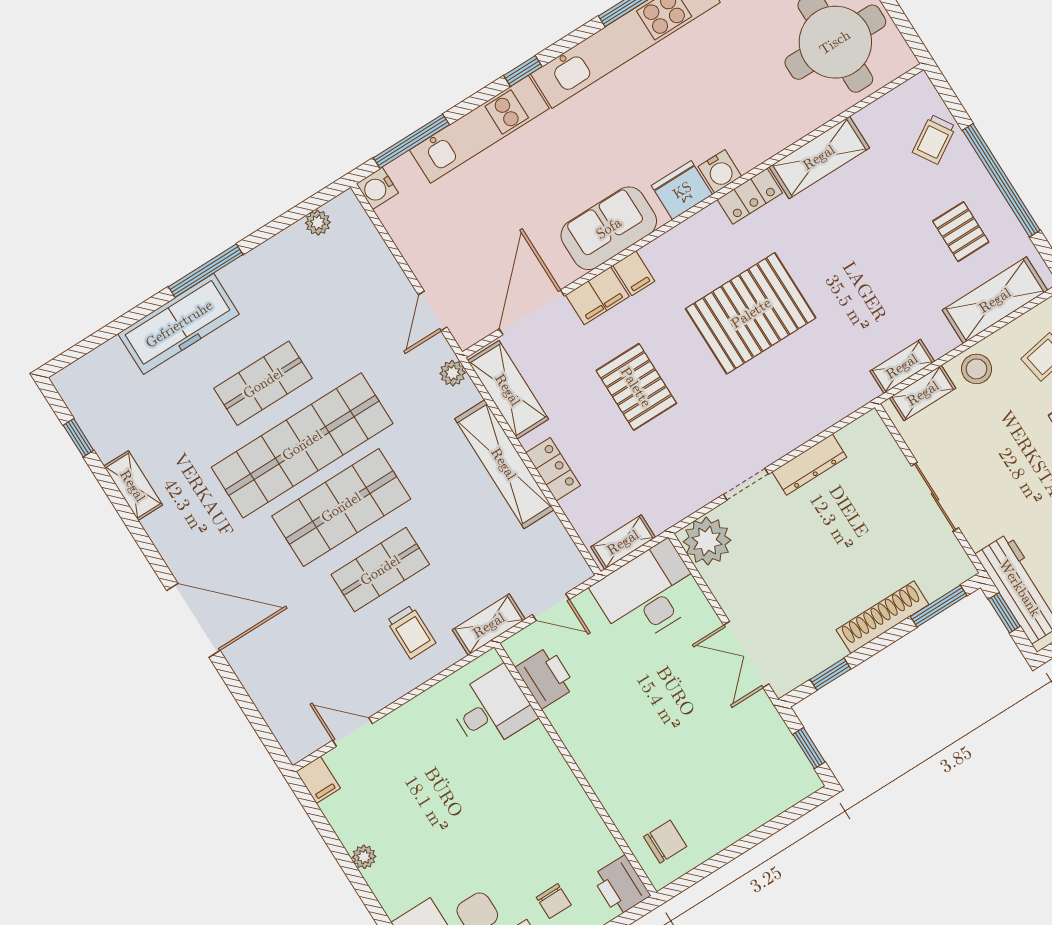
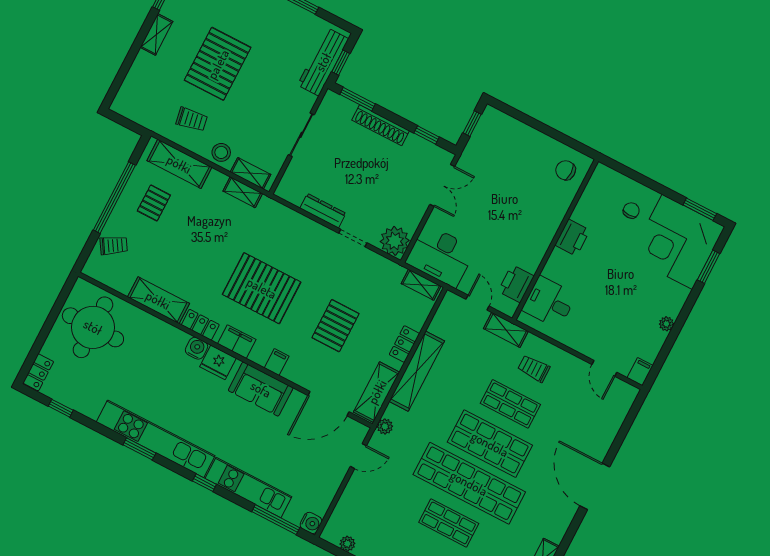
filing cabinet: (597, 296) -> (237, 342), moved
trolley: (411, 632) -> (534, 368), turned -90
printer: (621, 886) -> (572, 238), moved

